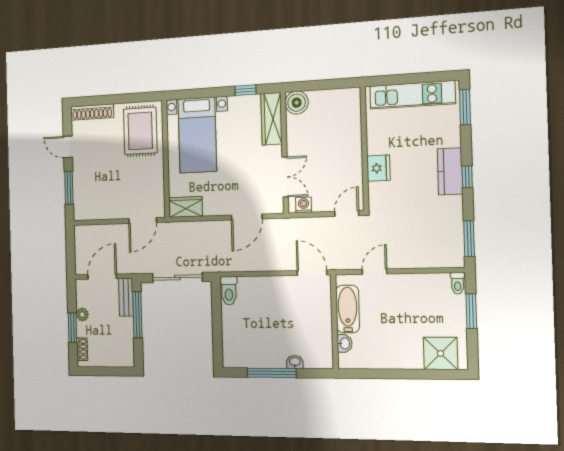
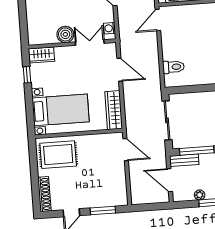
boiler: (297, 103) -> (65, 34), moved
wardrobe: (271, 119) -> (41, 55), width x0.67
wardrobe: (186, 207) -> (114, 110), width x1.50
toilet: (229, 291) -> (173, 67), moved

